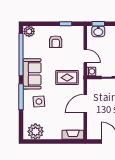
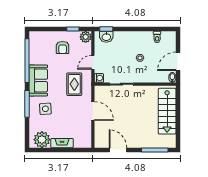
plant: (29, 31) -> (86, 37), moved
door: (85, 56) -> (93, 62), swing flipped
rug: (67, 78) -> (74, 84), turned 90
door: (85, 104) -> (93, 111), swing flipped
fireplace: (73, 135) -> (62, 143), moved

